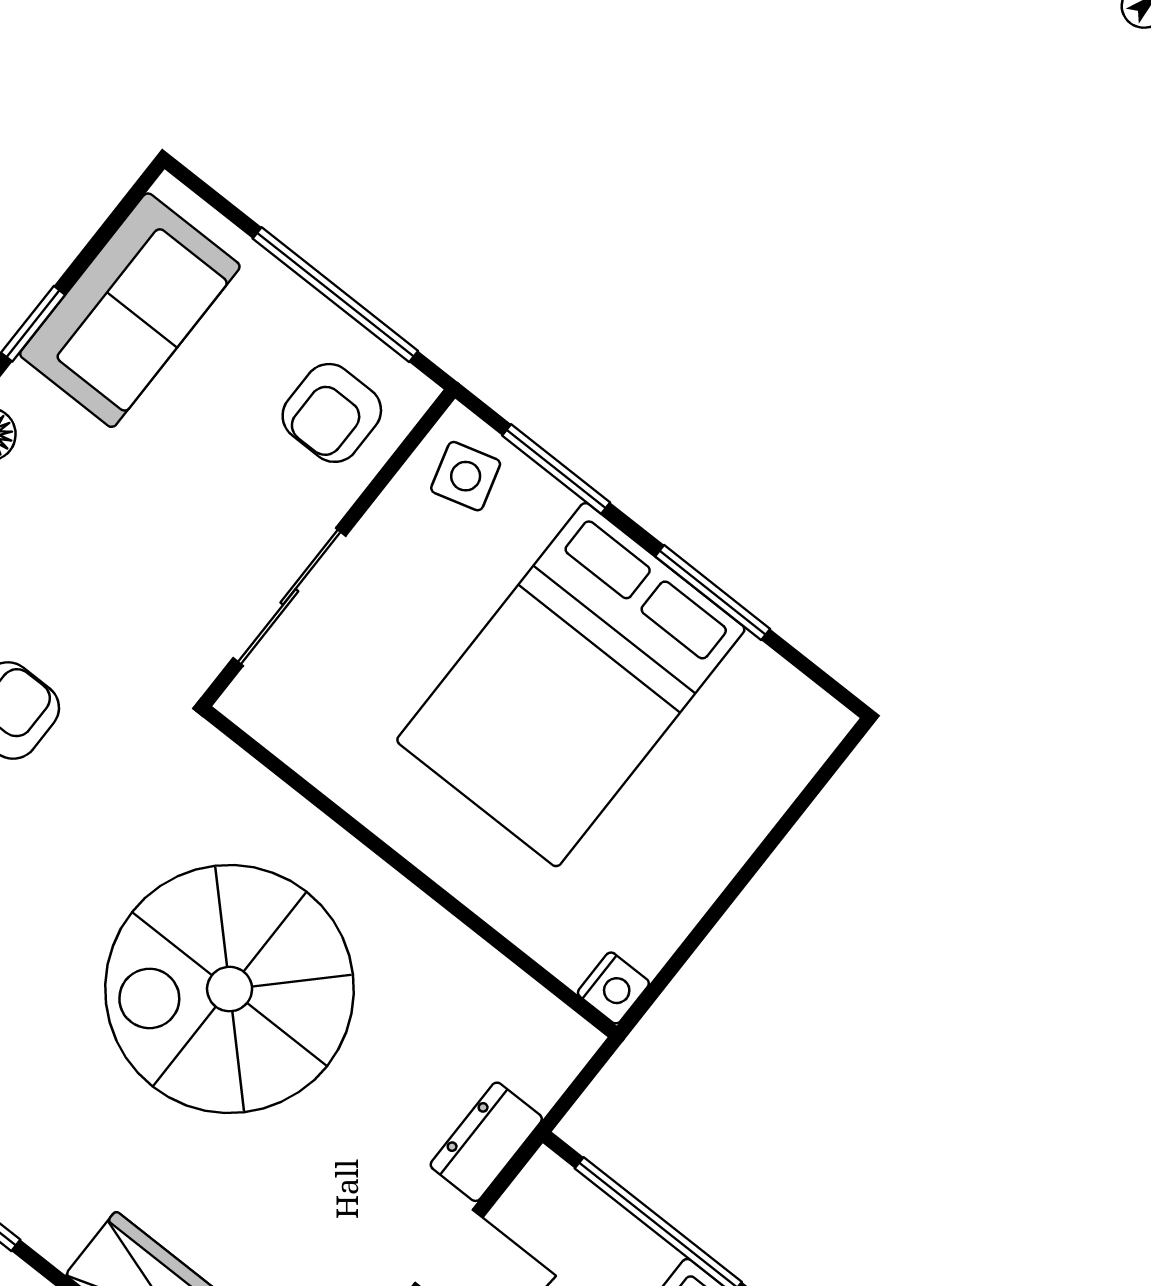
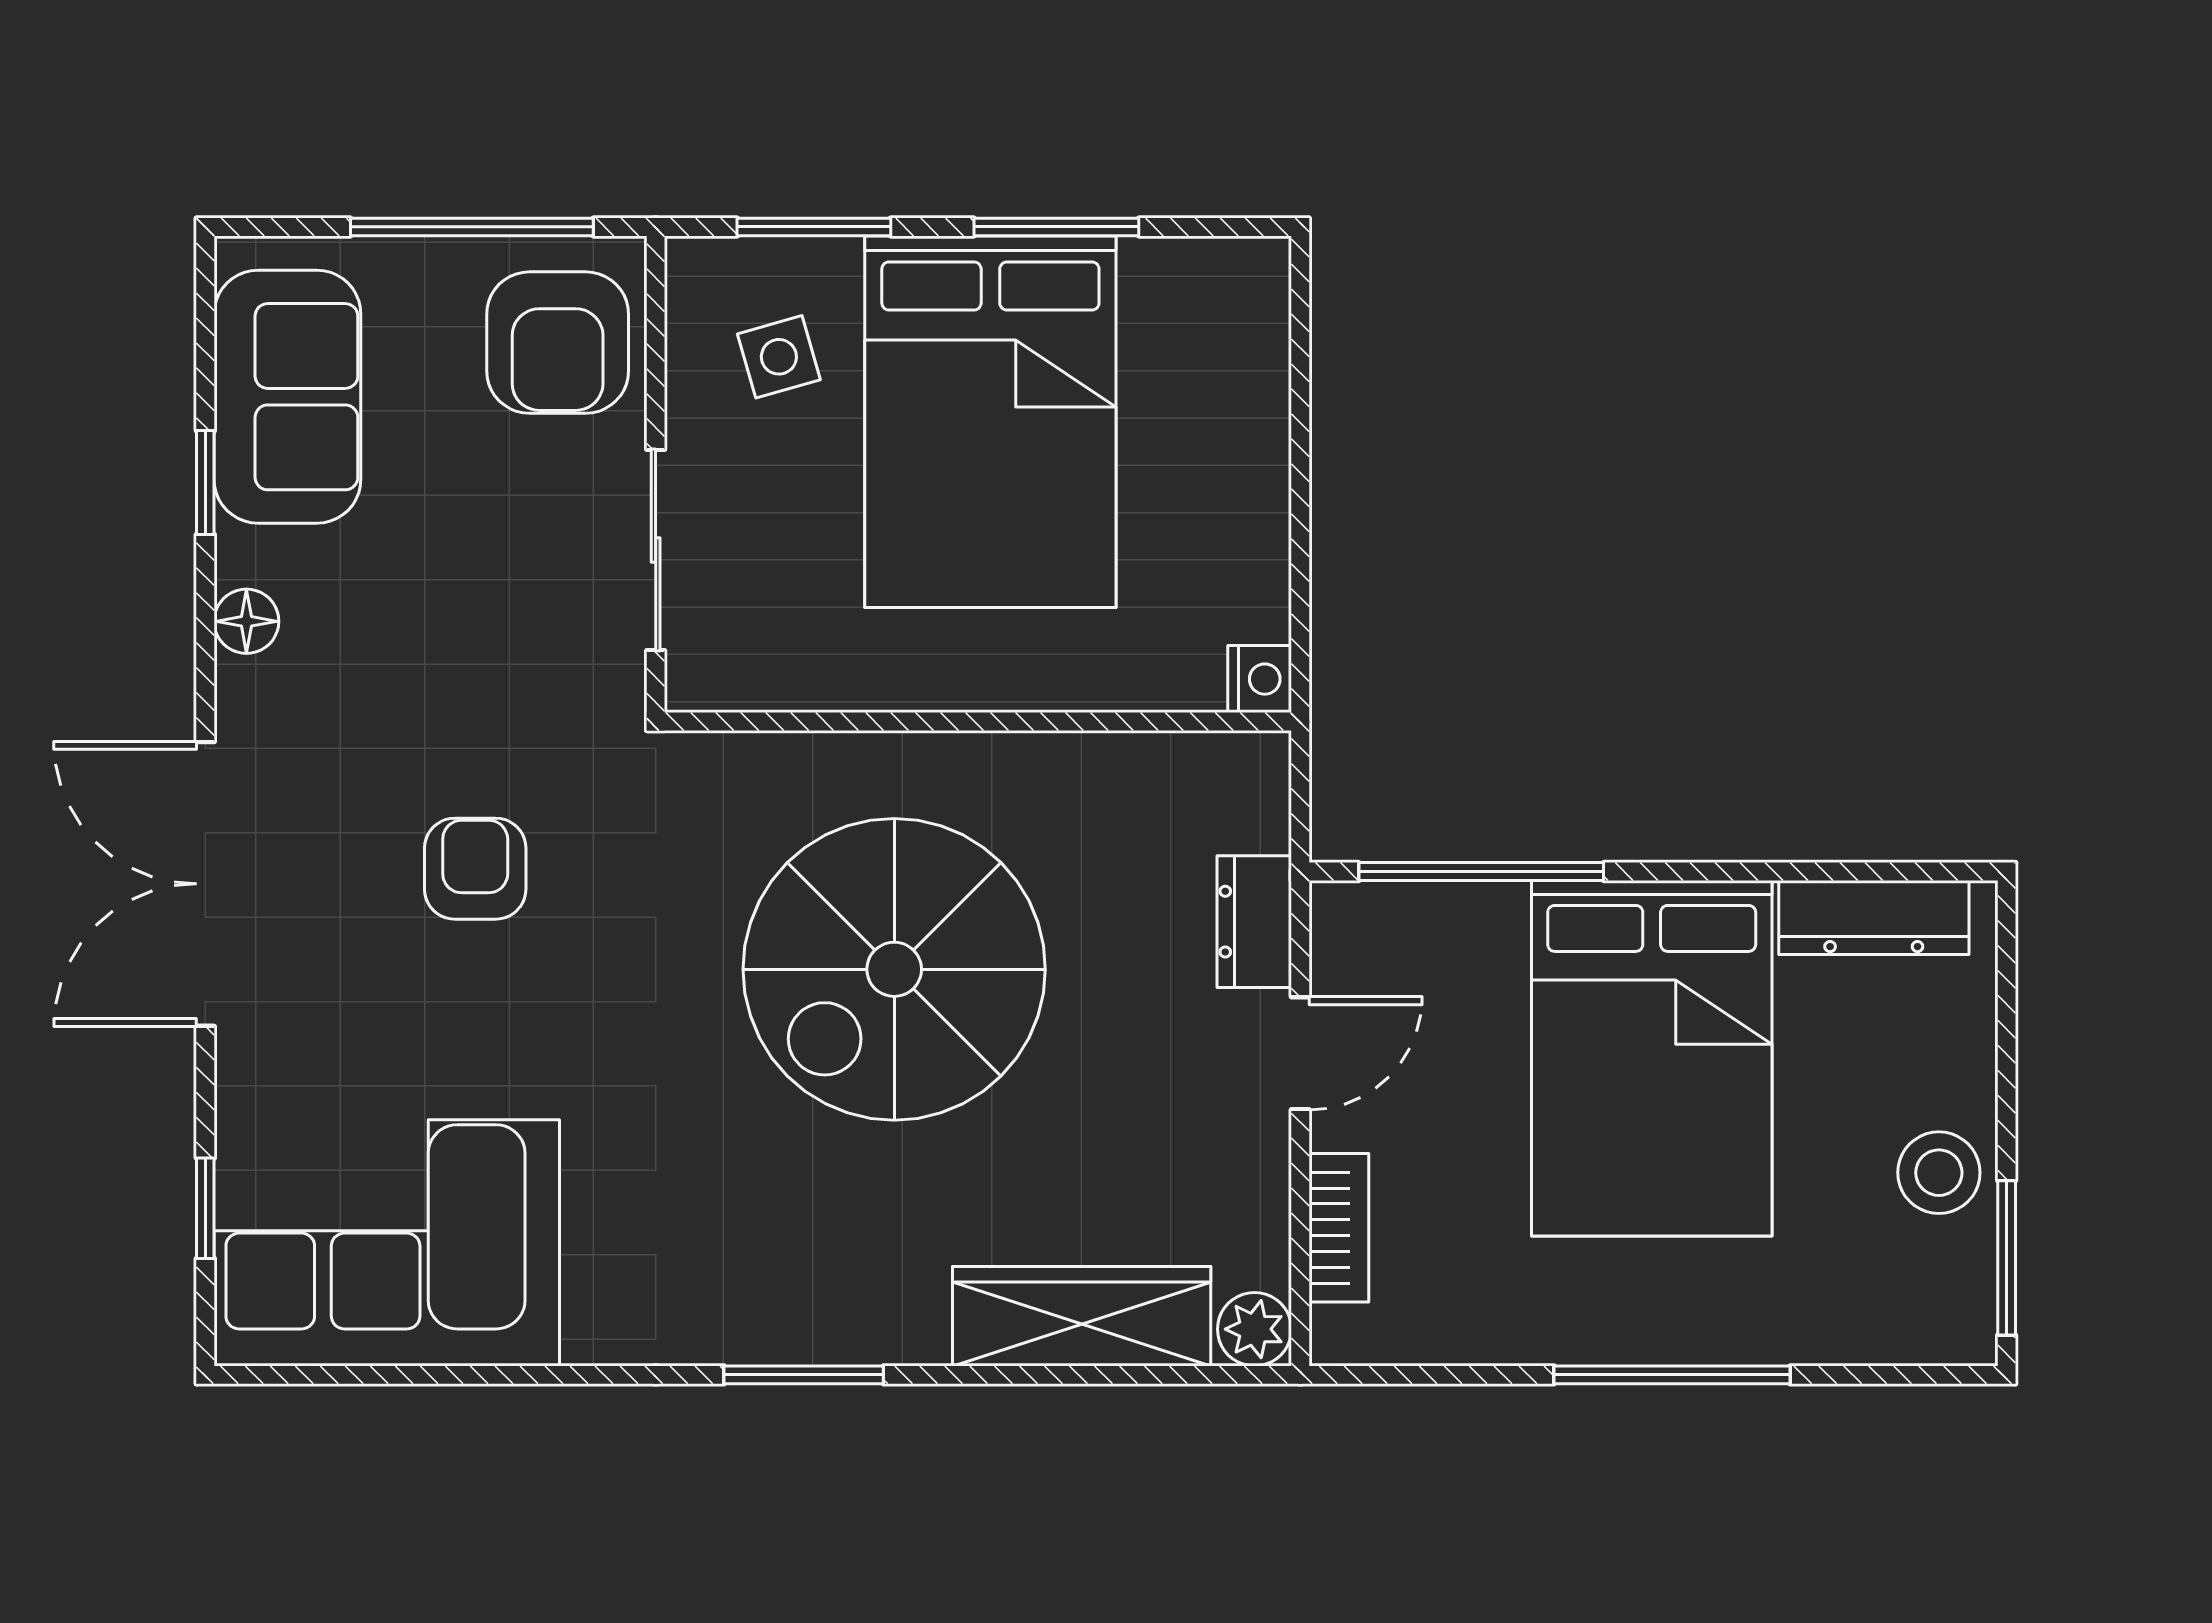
armchair: (332, 413) -> (558, 343), width x1.38, depth x1.38
side table: (466, 476) -> (779, 357), moved

